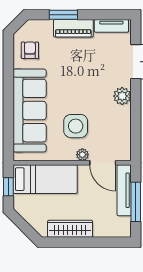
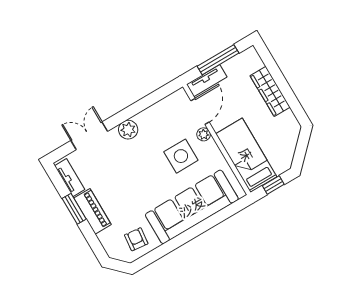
window: (63, 15) -> (74, 209), moved
armchair: (30, 50) -> (136, 239), turned 96
tv unit: (124, 190) -> (207, 81), width x0.71
wardrobe: (70, 229) -> (270, 91), moved

